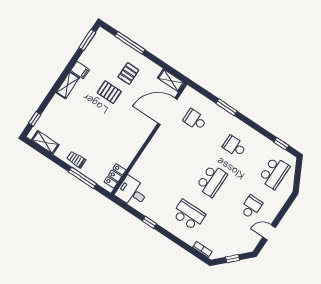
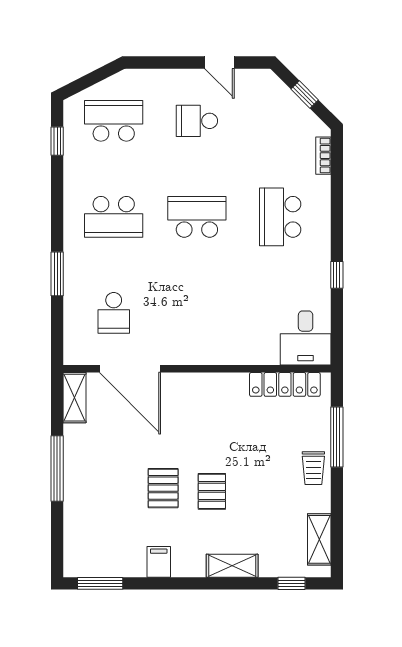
window: (130, 43) -> (57, 468), moved
pallet: (128, 73) -> (212, 491), moved, turned 90
shelving: (68, 85) -> (232, 566), moved
school desk: (235, 146) -> (114, 217), width x1.85
locker: (115, 176) -> (285, 384), width x1.53

